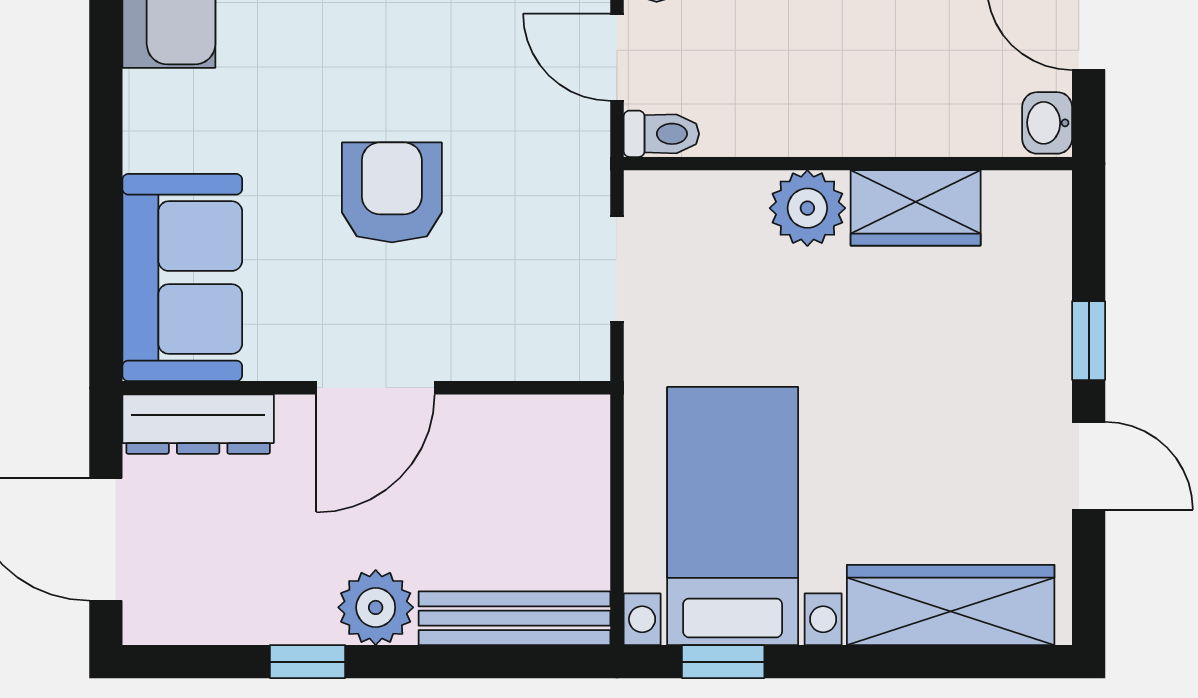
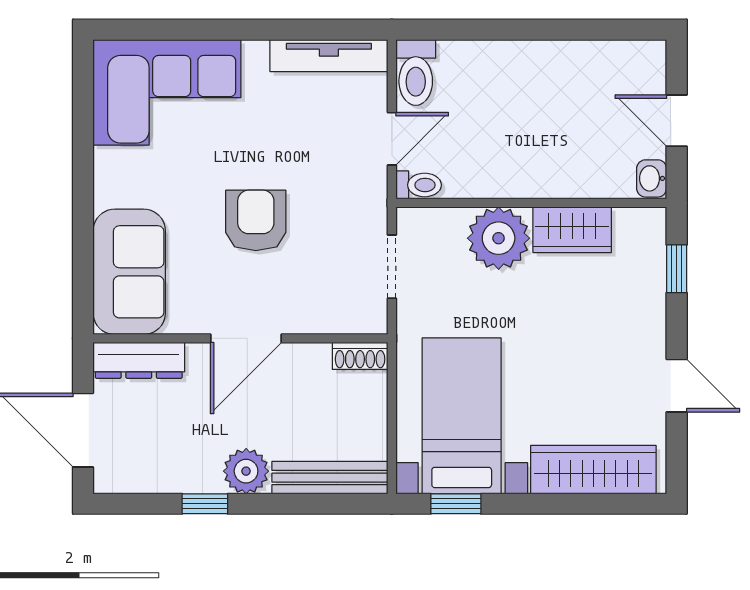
door: (617, 57) -> (392, 139), swing flipped
plant: (807, 208) -> (499, 238), width x1.36, depth x1.36
window: (1089, 341) -> (677, 269), moved
shoe rack: (564, 417) -> (360, 356), added

